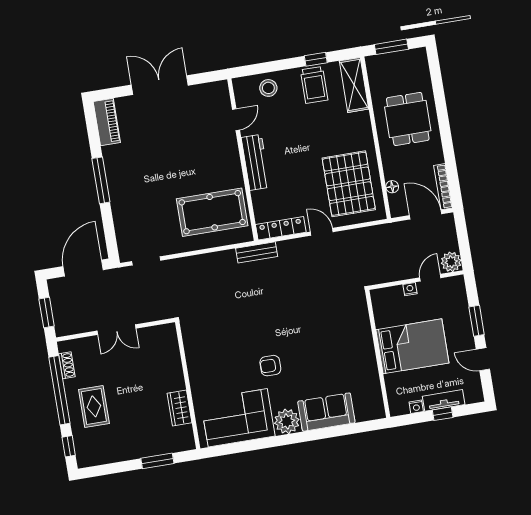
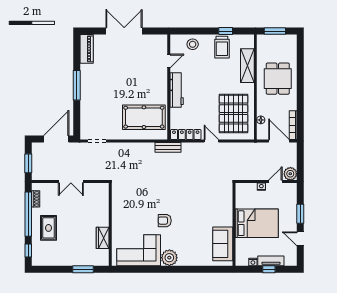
shelving: (354, 85) -> (247, 66), moved
sofa: (326, 412) -> (223, 244), moved, turned -90

